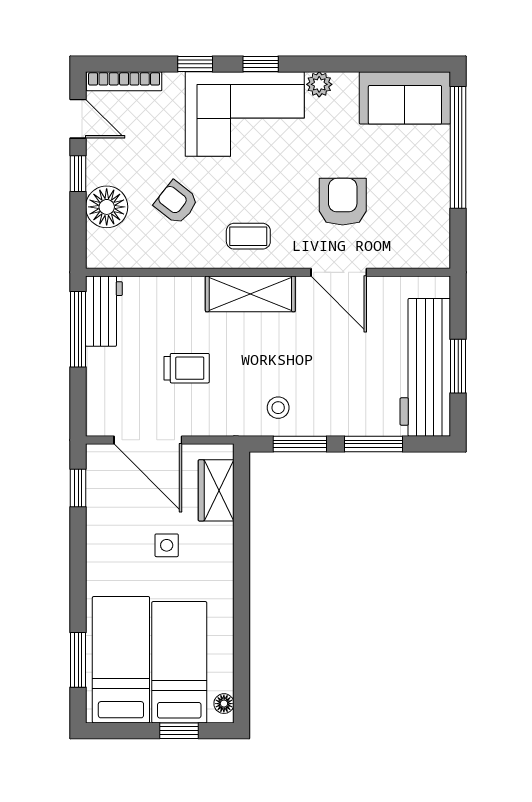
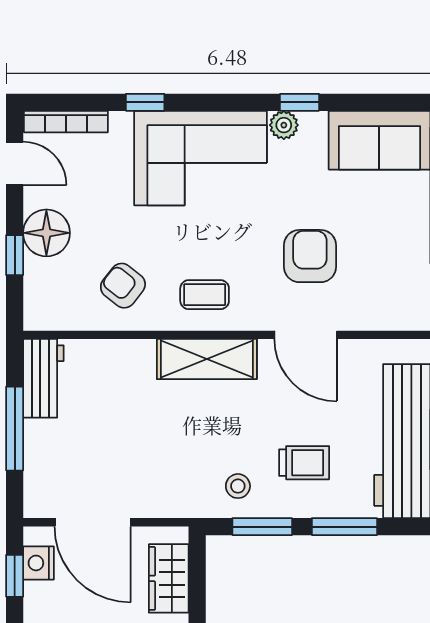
window: (261, 64) -> (300, 102), moved
window: (78, 174) -> (15, 255), moved
armchair: (176, 203) -> (123, 286), moved
floor lamp: (107, 207) -> (46, 233), moved
window: (78, 329) -> (15, 429), moved
trolley: (187, 368) -> (304, 463), moved
nightstand: (99, 477) -> (38, 563), added

